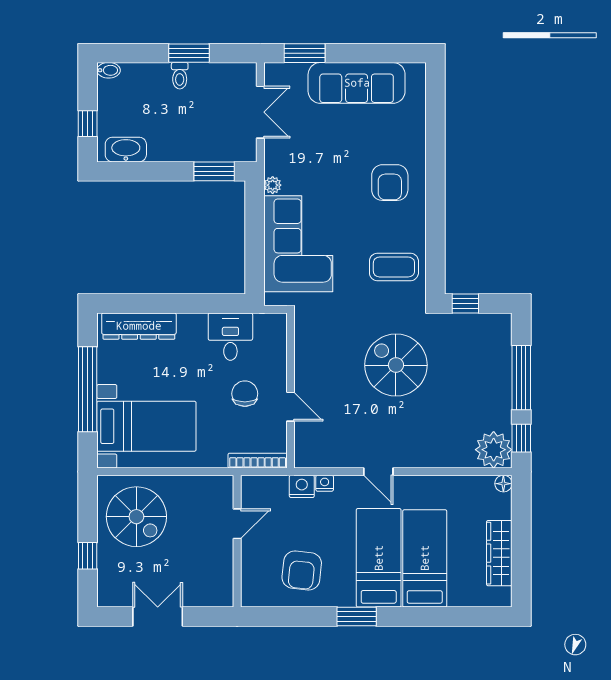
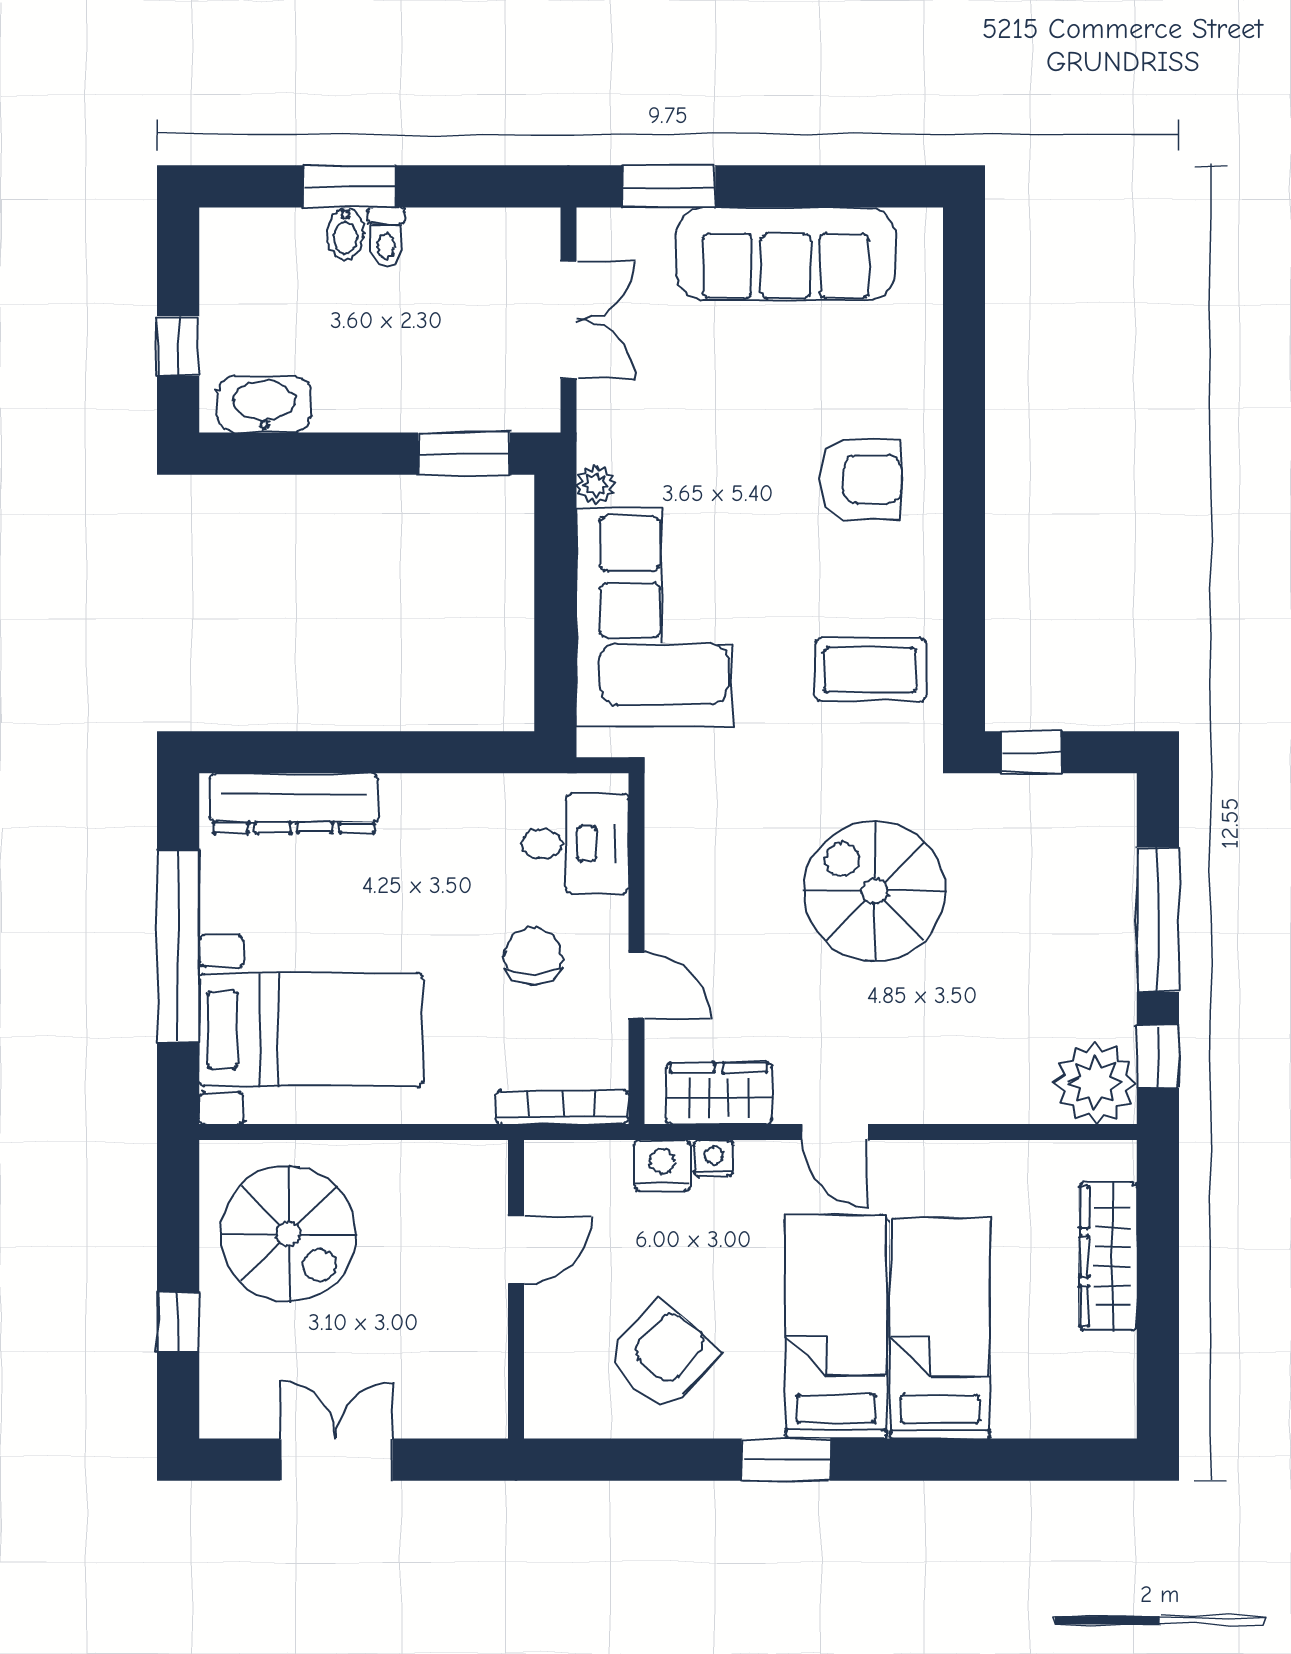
window: (189, 53) -> (349, 186), moved
bidet: (109, 70) -> (345, 234), moved, turned 90
armchair: (390, 183) -> (861, 479), turned -90
desk: (230, 337) -> (575, 844), moved, turned 90
wardrobe: (327, 454) -> (719, 1093), added
floor lamp: (503, 484) -> (1118, 1159), removed
wardrobe: (499, 553) -> (1108, 1257), moved
armchair: (302, 570) -> (662, 1356), turned -144

